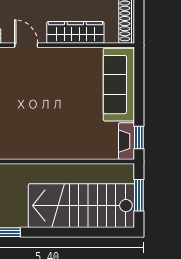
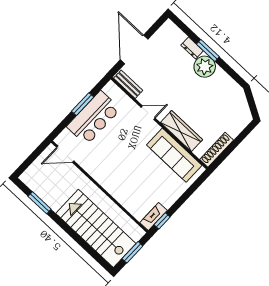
door: (26, 45) -> (148, 113), hinge flipped
sofa: (119, 85) -> (174, 155), moved, turned -90

